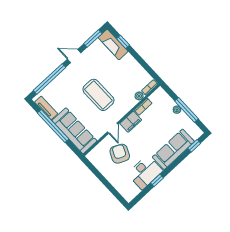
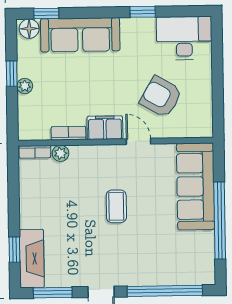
coffee table: (98, 95) -> (116, 206), width x0.54, depth x0.58
tv unit: (46, 108) -> (206, 254), removed
window: (186, 110) -> (12, 74), width x0.46
door: (113, 128) -> (138, 141), hinge flipped
floor lamp: (196, 134) -> (29, 29), added
armchair: (120, 154) -> (161, 97), turned 95
desk: (145, 172) -> (184, 38), moved

